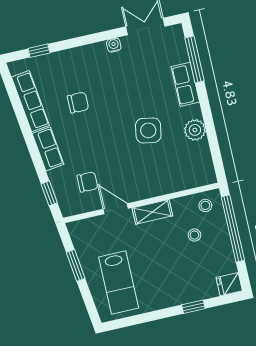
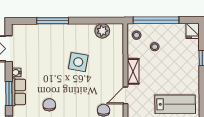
window: (81, 41) -> (9, 93), added
window: (194, 59) -> (53, 21), moved
row of seats: (185, 84) -> (19, 92), moved, turned -90
plant: (195, 130) -> (102, 31), moved

